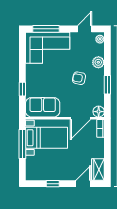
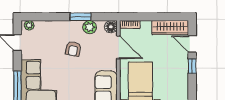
plant: (98, 62) -> (90, 27), moved
wardrobe: (98, 170) -> (170, 28), width x1.50
window: (53, 184) -> (192, 66), moved

